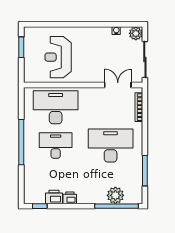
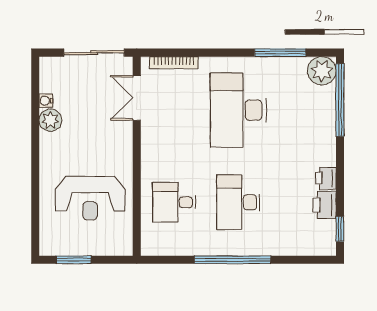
plant: (136, 33) -> (50, 120), moved
desk: (56, 107) -> (174, 202), width x0.53, depth x0.77
plant: (115, 195) -> (322, 71), moved

